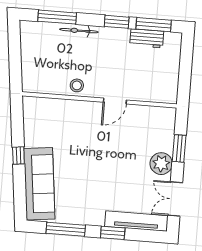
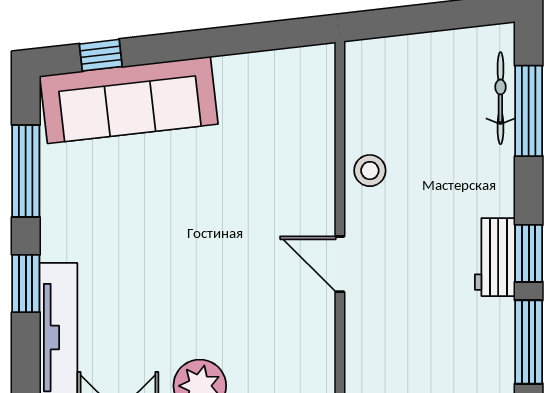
bicycle: (79, 31) -> (500, 98), moved
workbench: (147, 38) -> (495, 257), moved
window: (18, 156) -> (101, 55), moved

